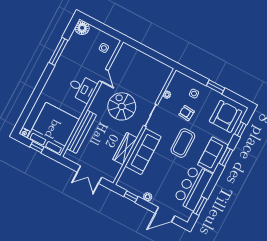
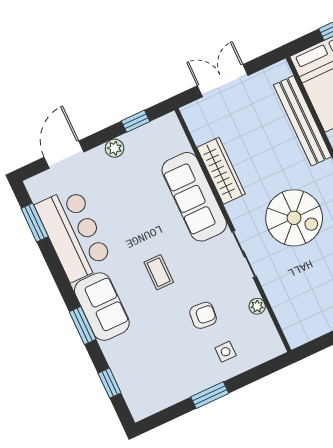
armchair: (225, 116) -> (149, 375), removed
coffee table: (183, 143) -> (159, 272), width x0.54, depth x0.58

